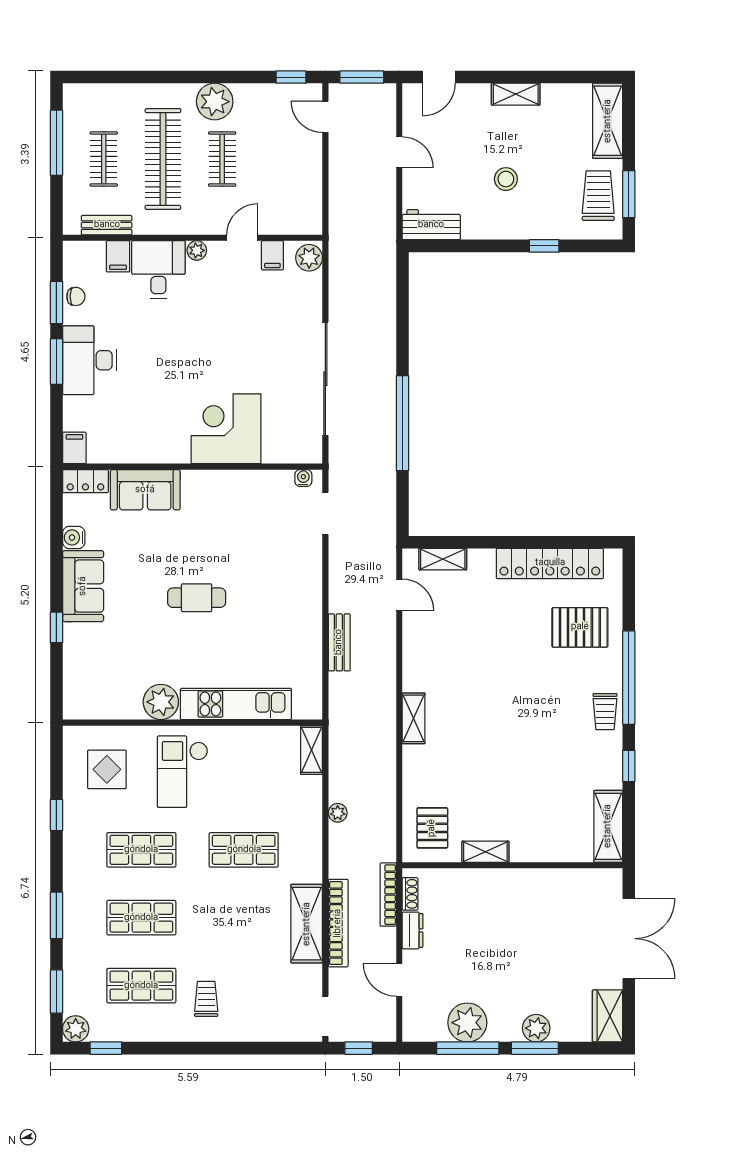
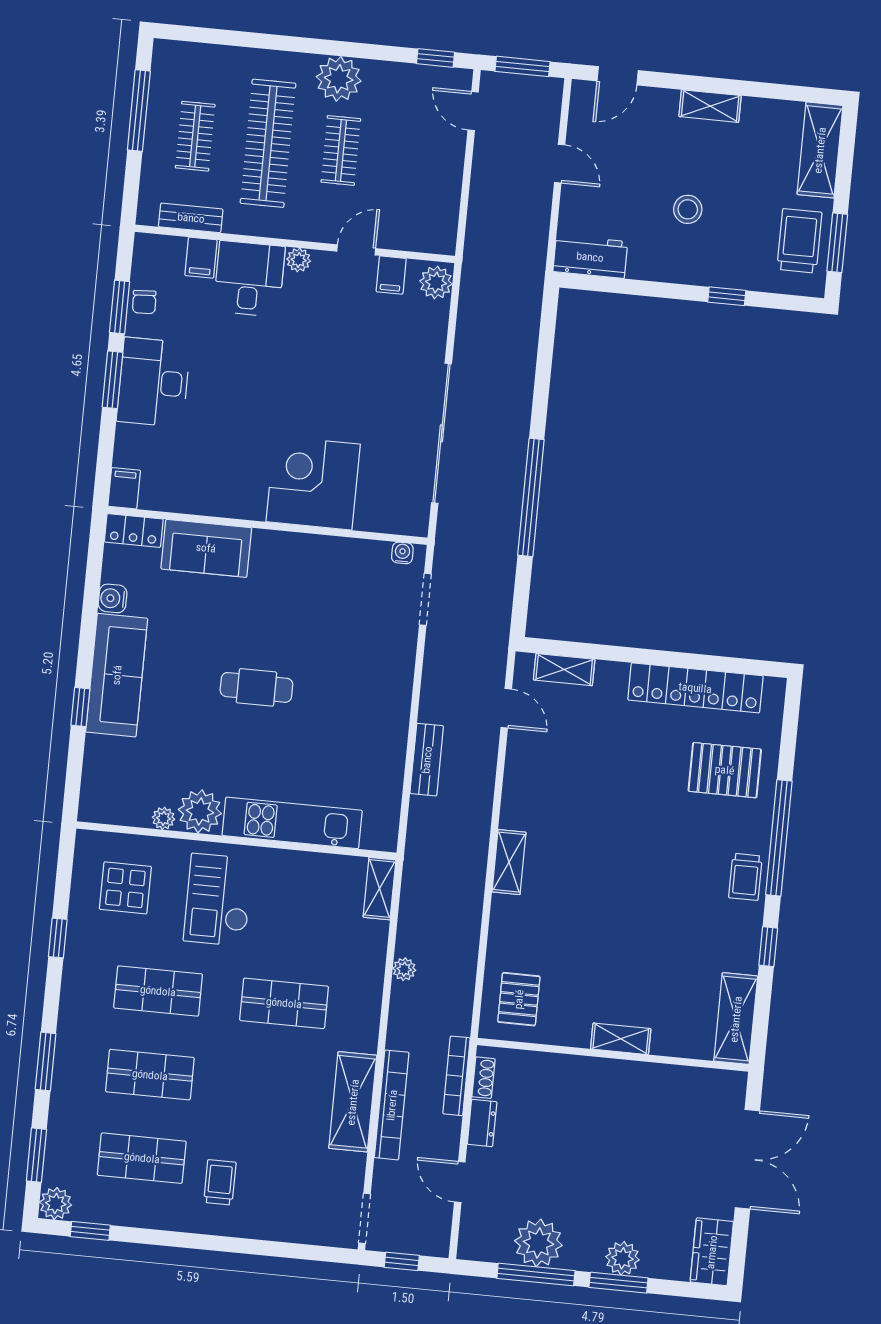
chair: (76, 296) -> (144, 302), turned 87
sofa: (83, 586) -> (117, 675), width x1.36
plant: (132, 710) -> (163, 818), added
shelving: (485, 852) -> (621, 1039), moved

